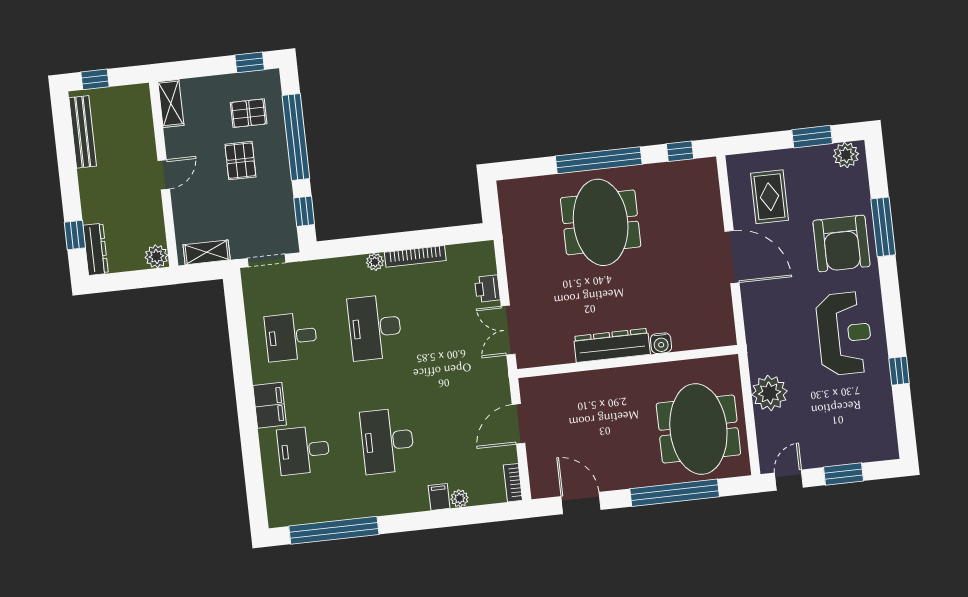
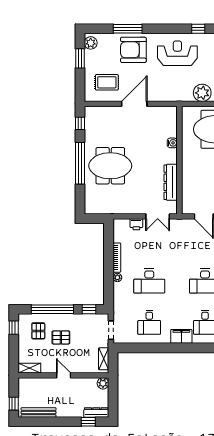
armchair: (841, 243) -> (133, 50), turned 180
dresser: (612, 345) -> (171, 182), moved

